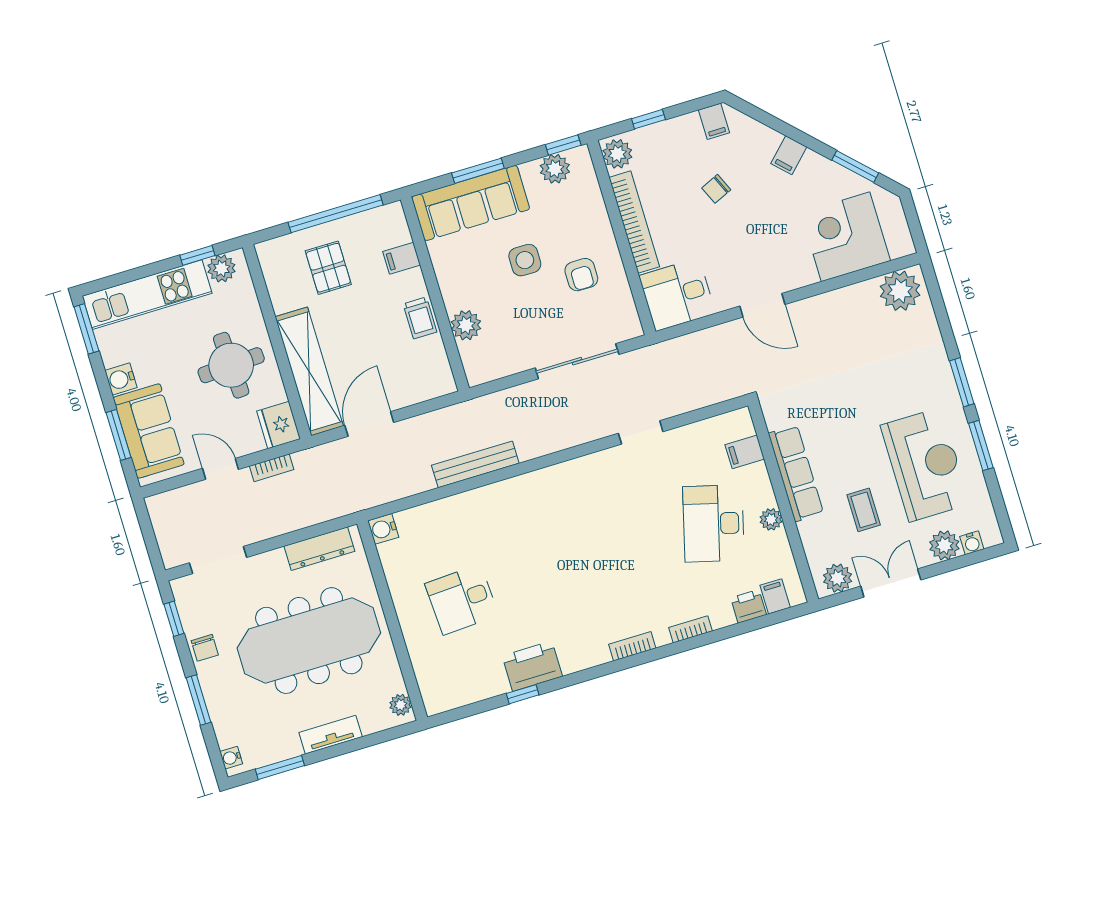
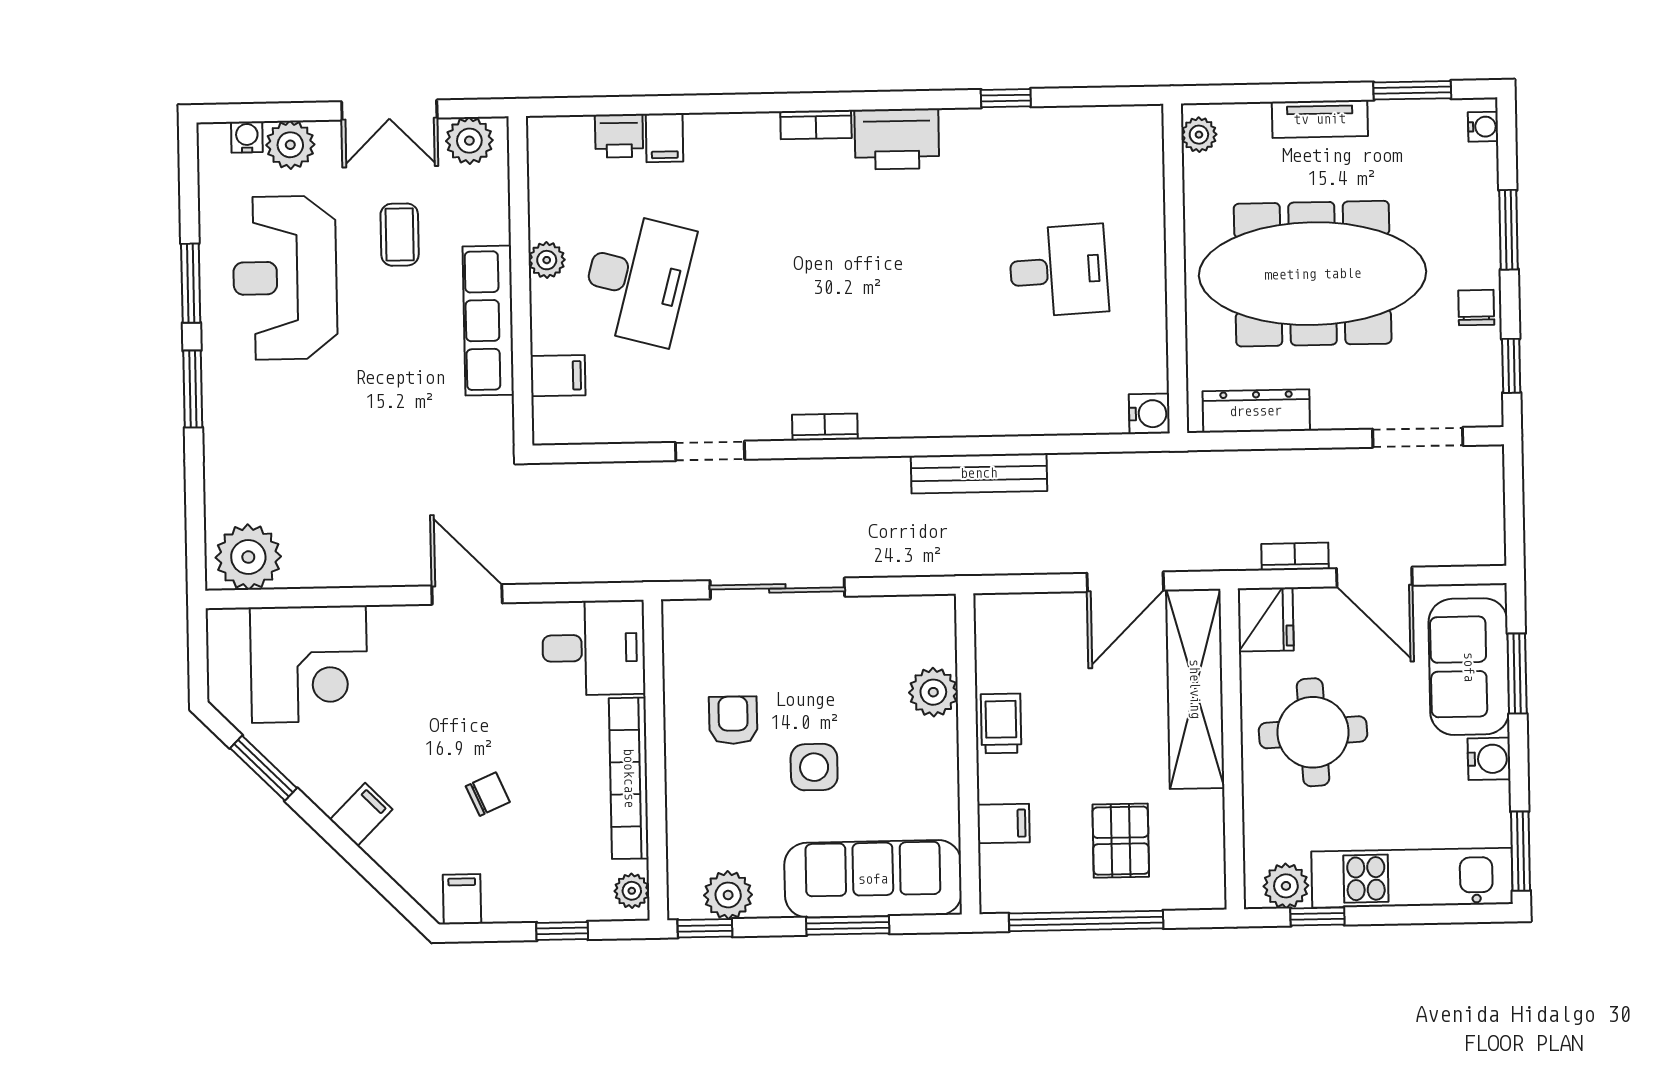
plant: (617, 154) -> (632, 891), width x0.73, depth x0.73
door: (220, 469) -> (1374, 577), width x1.38
filing cabinet: (775, 596) -> (665, 138), moved
bookcase: (690, 629) -> (825, 427), moved, turned 180
printer: (532, 666) -> (897, 139), moved

